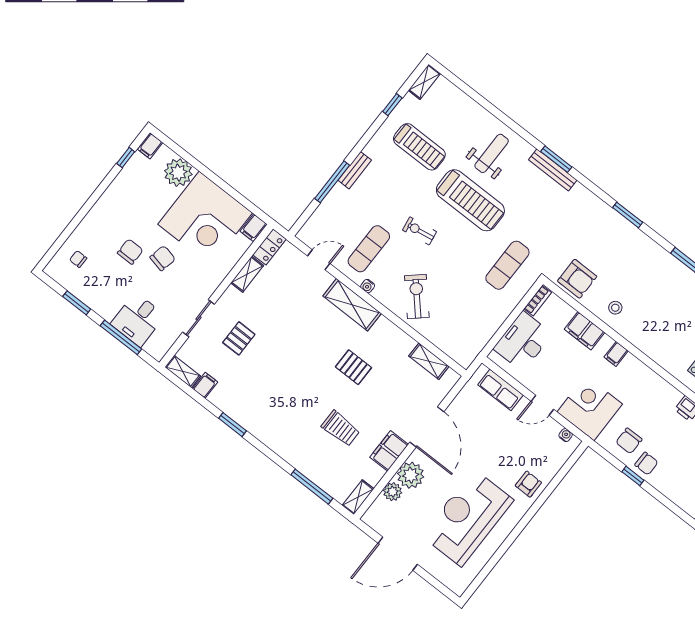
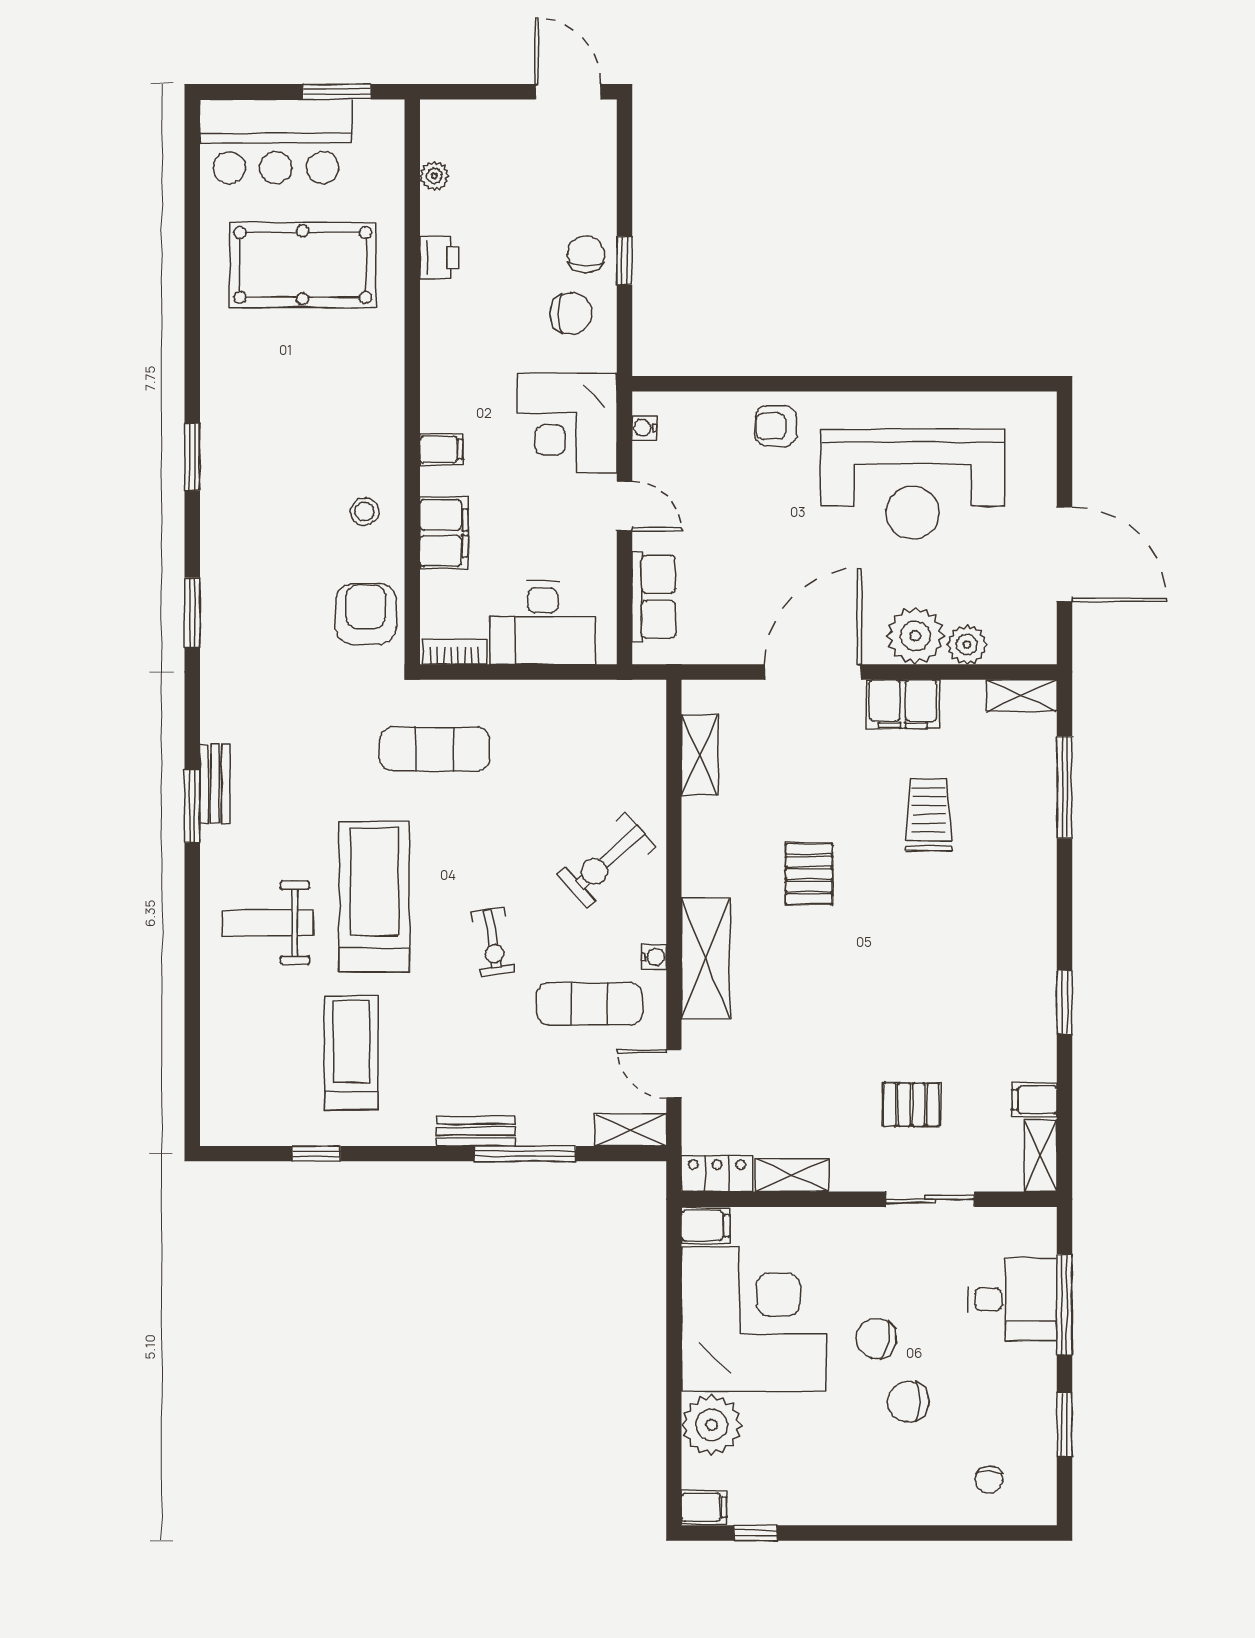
shelving: (424, 82) -> (631, 1130), moved
bench: (553, 170) -> (215, 784), width x0.73

